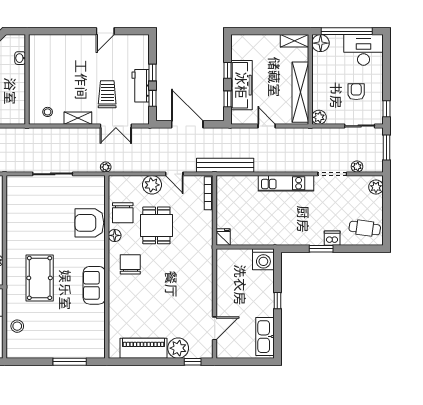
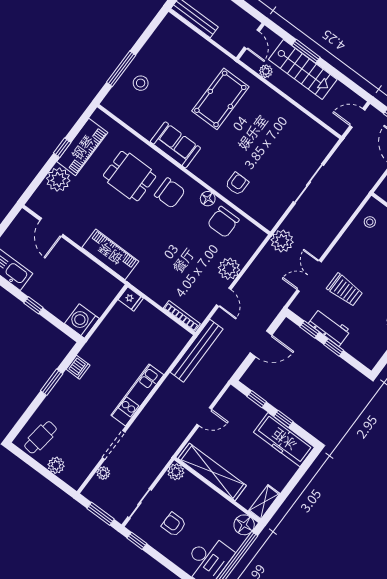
freezer: (241, 85) -> (284, 440), moved
armchair: (356, 92) -> (174, 524), turned 180
shelving: (78, 118) -> (343, 246), removed
door: (187, 124) -> (261, 344), width x0.73
plant: (106, 167) -> (282, 241), width x1.88, depth x1.88
door: (174, 174) -> (224, 297), swing flipped
plant: (376, 187) -> (56, 465), moved
chair: (123, 213) -> (223, 222), turned -90
armchair: (89, 223) -> (237, 184), width x0.53, depth x0.53
dining table: (156, 225) -> (130, 176), moved
dishwasher: (332, 238) -> (78, 367), moved
piano: (203, 274) -> (110, 254), added
pool table: (40, 278) -> (220, 99), turned 90
stool: (17, 326) -> (141, 83), moved
window: (193, 362) -> (62, 148), moved

